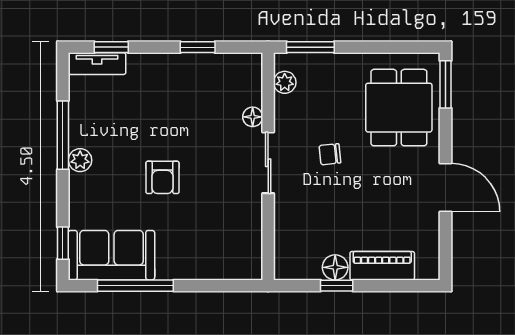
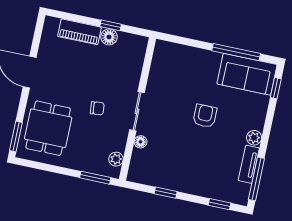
tv unit: (97, 64) -> (249, 164), moved, turned -90
window: (63, 135) -> (256, 179), moved

